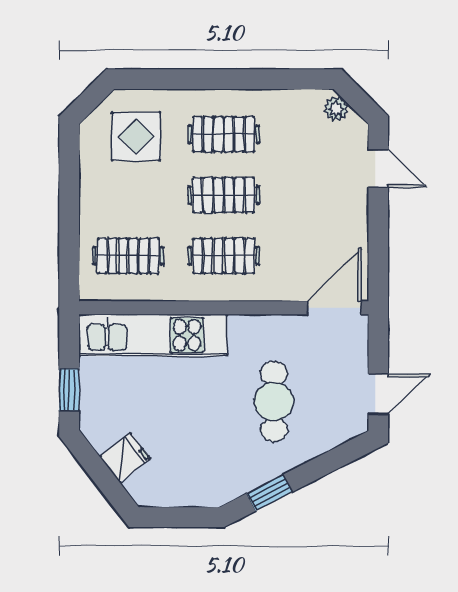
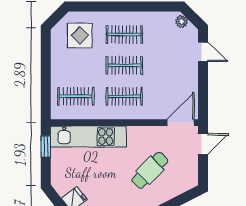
window: (69, 390) -> (46, 146), moved
door: (378, 394) -> (203, 144), moved
cafe table: (274, 401) -> (150, 170), turned 44

